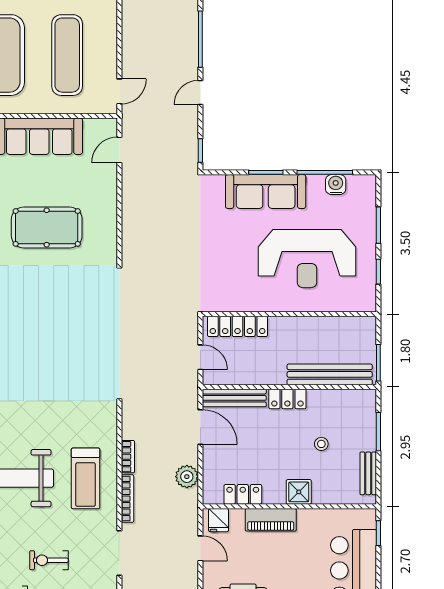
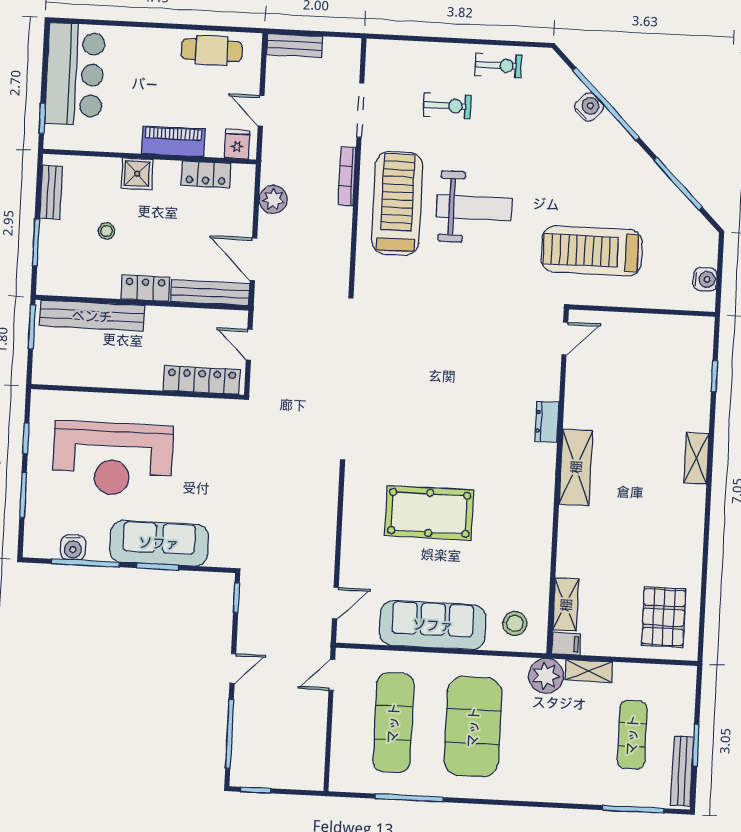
reception desk: (307, 259) -> (113, 459), turned 180
bookcase: (128, 457) -> (344, 227), removed
treadmill: (86, 478) -> (397, 203), width x1.37, depth x1.38

